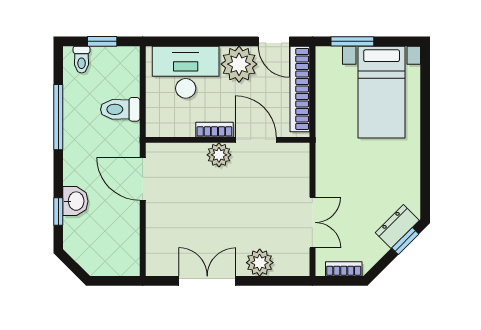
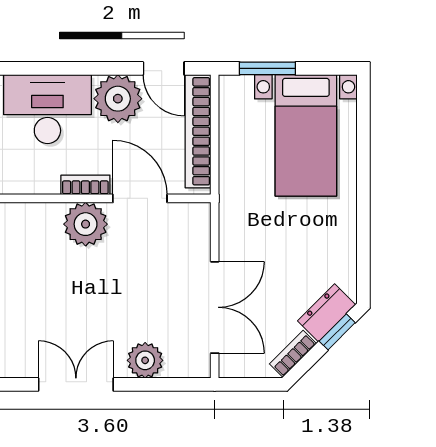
plant: (219, 155) -> (86, 224), width x1.36, depth x1.36
double door: (312, 222) -> (215, 307), width x1.37
bookcase: (344, 269) -> (293, 354), moved, turned -45

